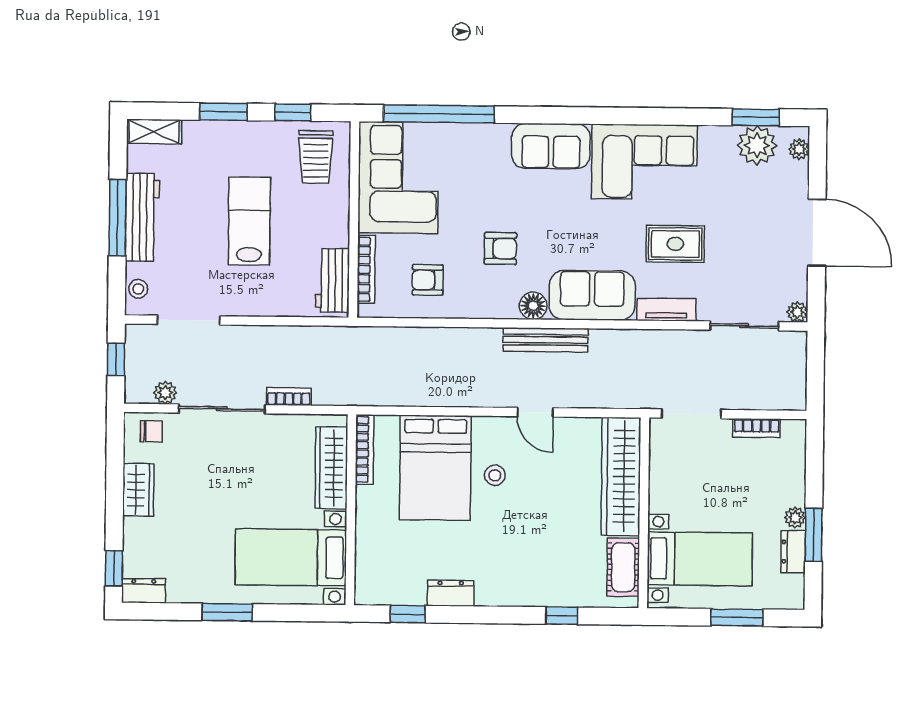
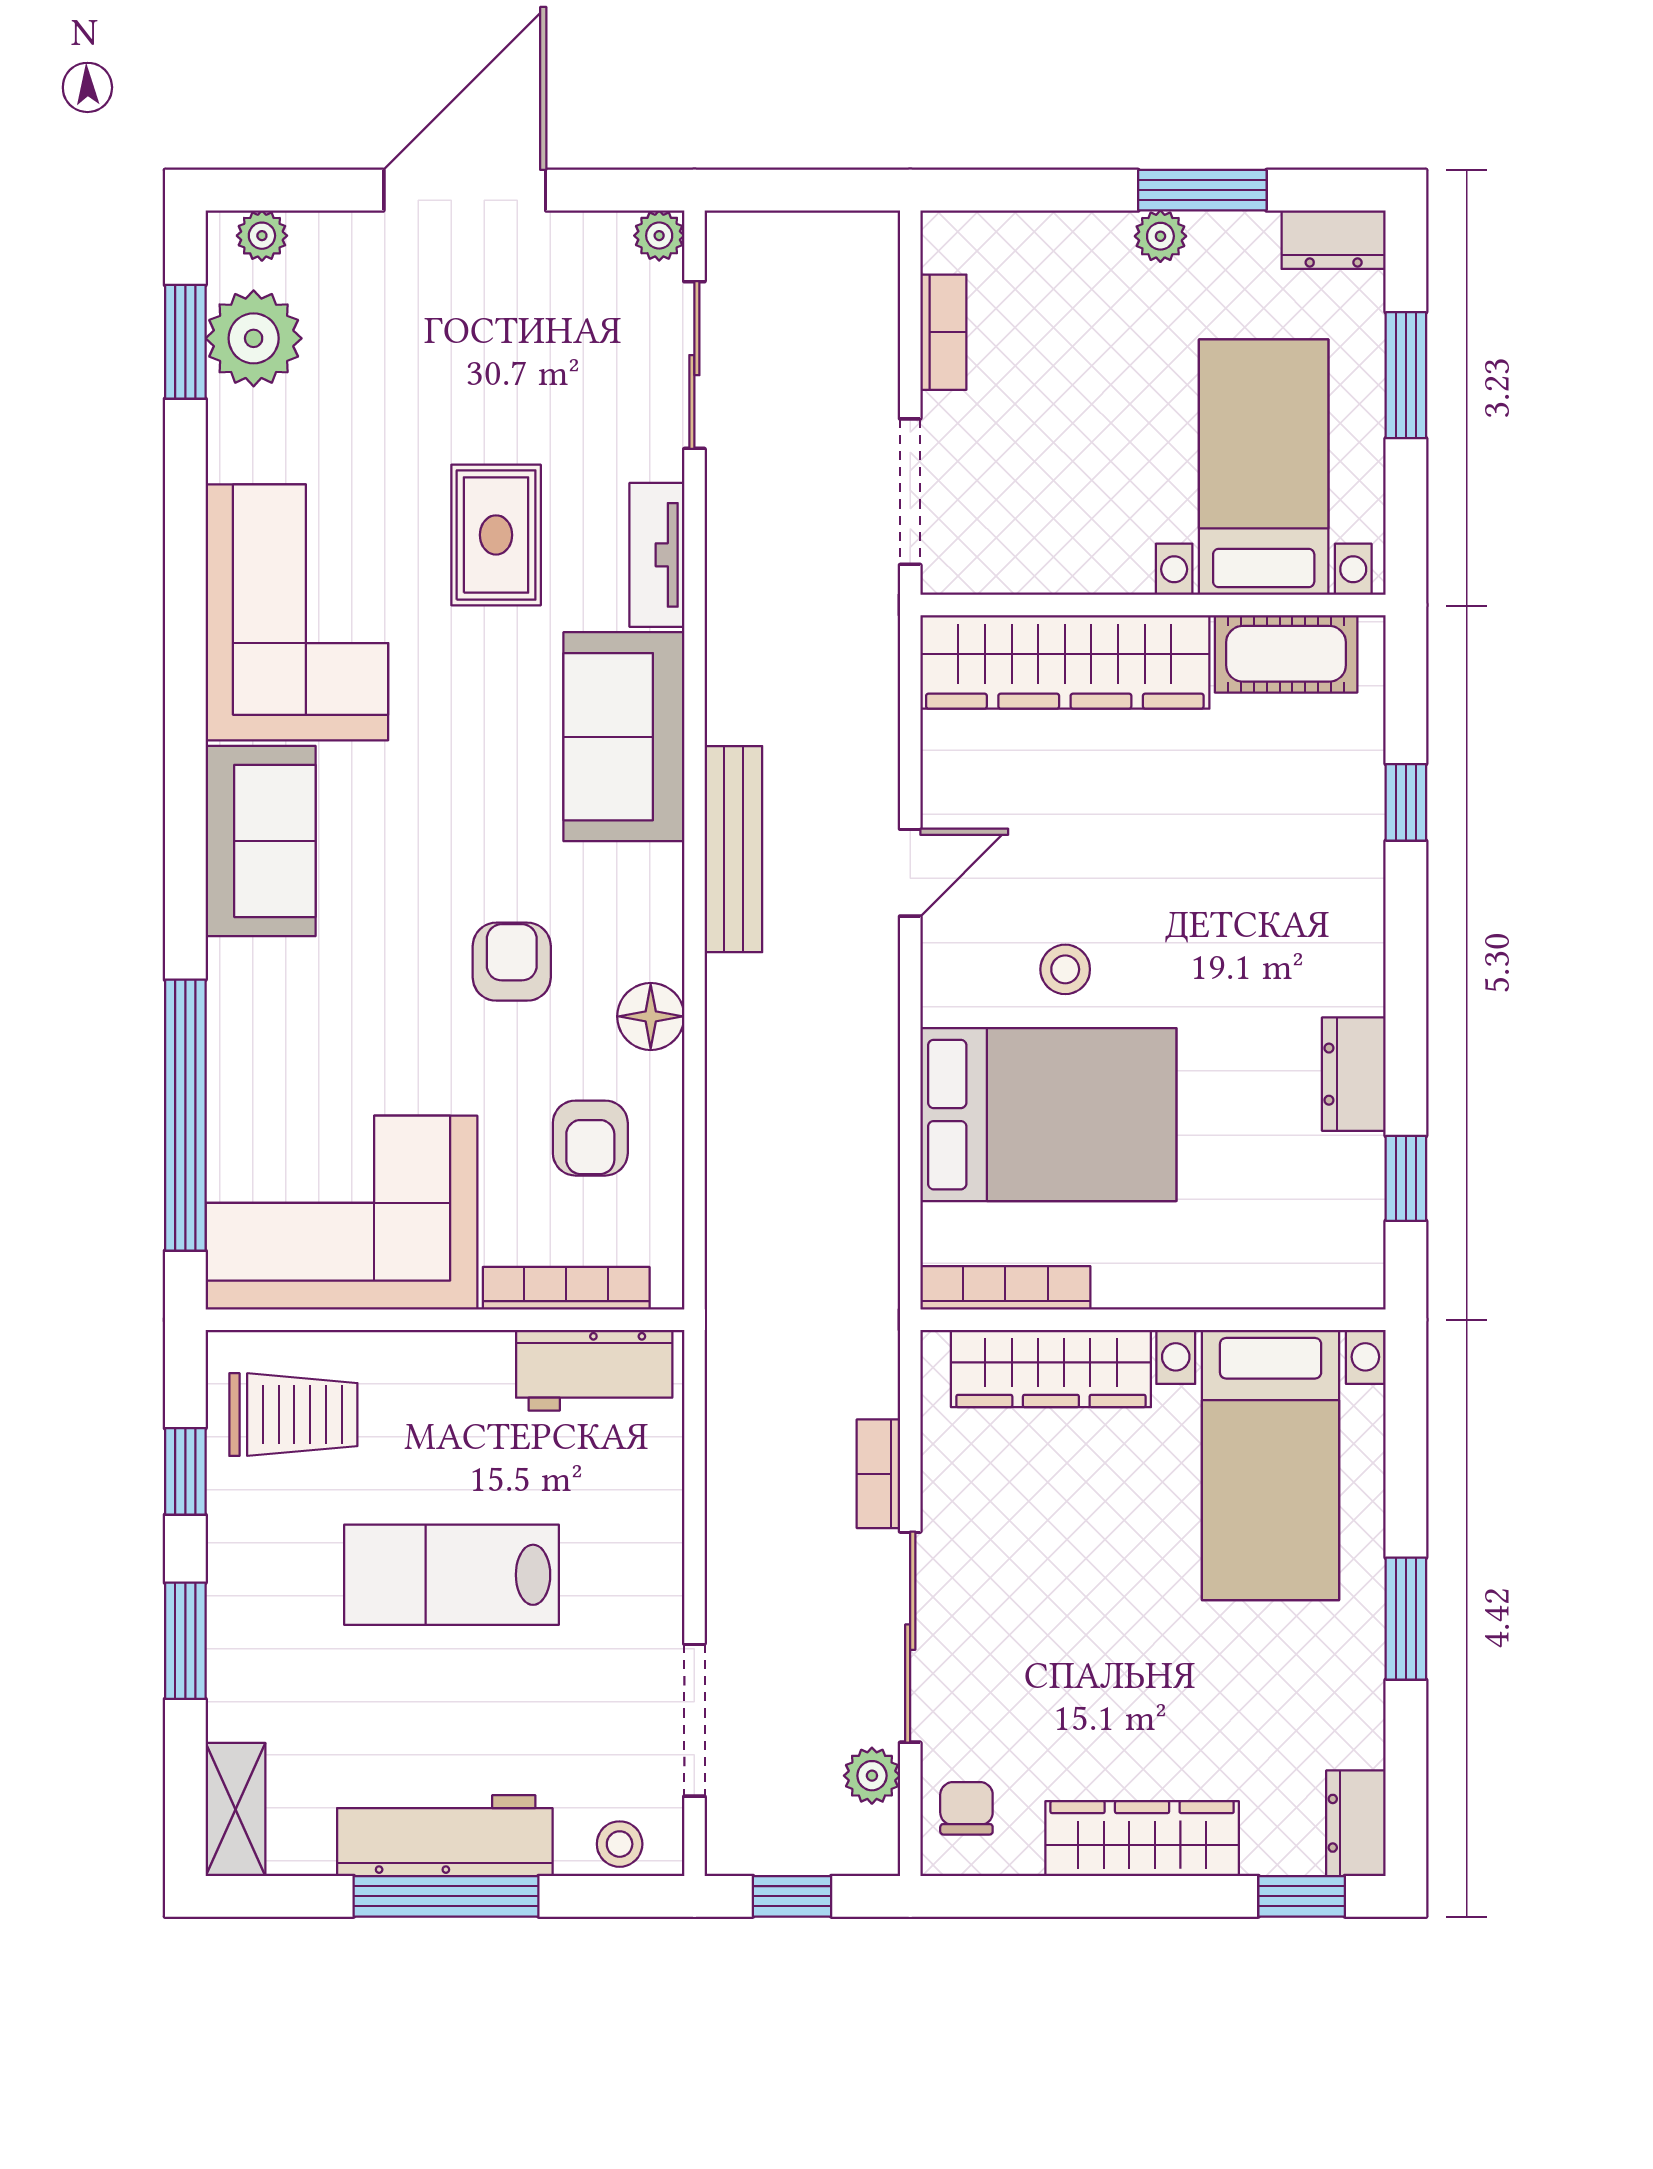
floor lamp: (533, 306) -> (651, 1016), moved
wardrobe: (138, 490) -> (1142, 1839), width x1.50
dresser: (793, 552) -> (1334, 240), moved

